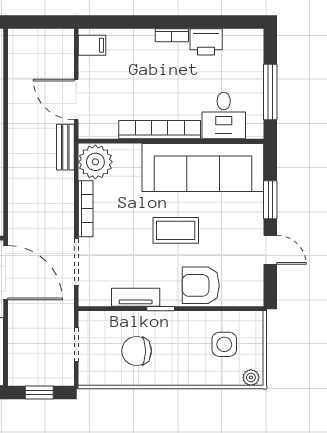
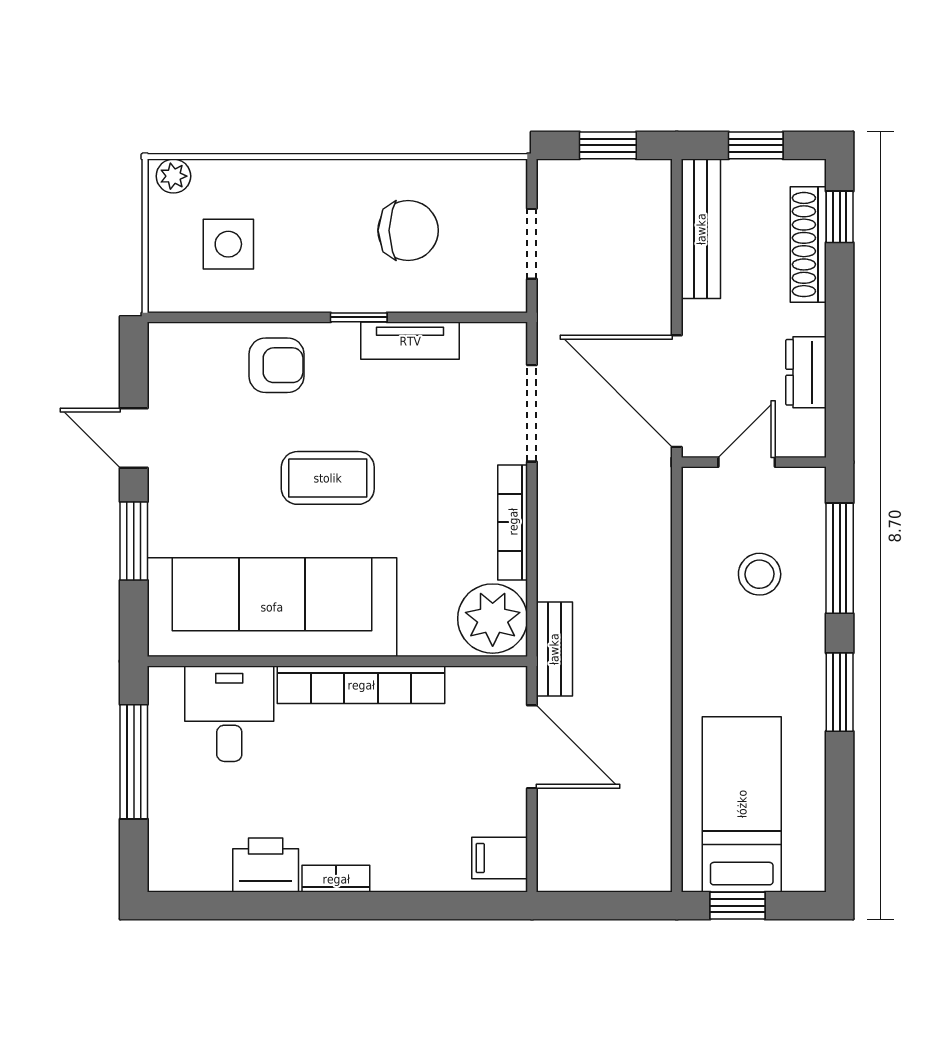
armchair: (201, 285) -> (276, 365), width x0.72, depth x0.72

